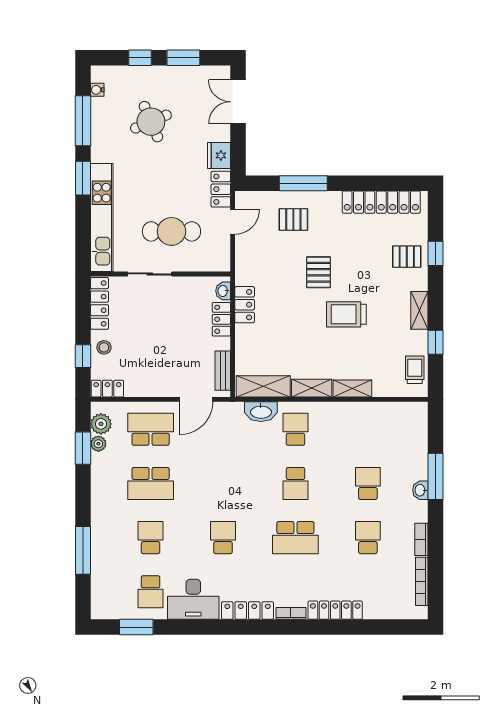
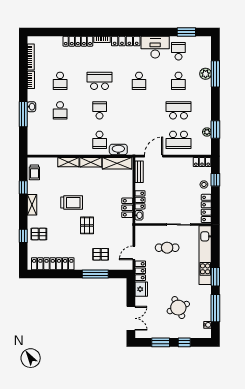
cafe table: (171, 231) -> (167, 248), width x0.73, depth x0.74
plant: (101, 424) -> (206, 74), moved

